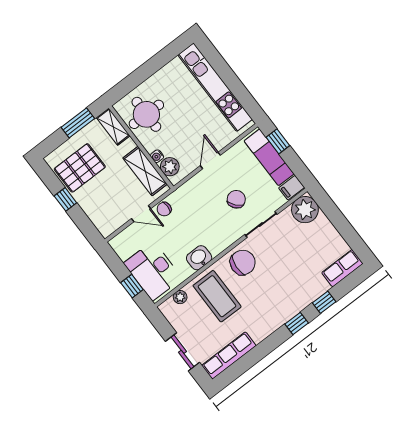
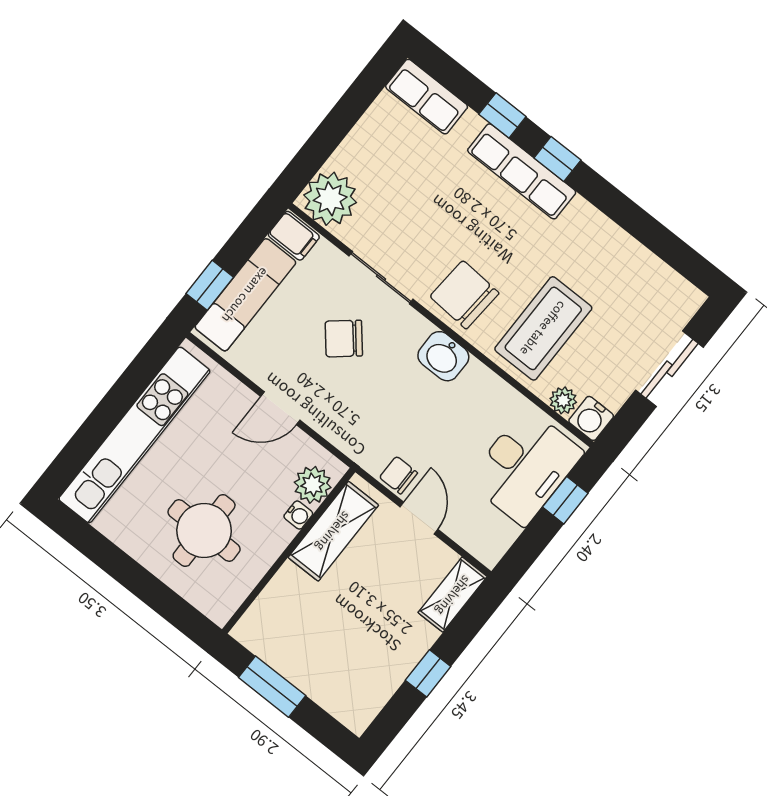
round table: (146, 114) -> (204, 530), moved
shelving: (113, 127) -> (453, 595), moved
pallet: (80, 168) -> (359, 661), removed
chair: (164, 209) -> (398, 475), turned 180
washbasin: (199, 258) -> (443, 356), moved
water cooler: (168, 308) -> (591, 418), added
row of seats: (229, 356) -> (522, 171), moved

